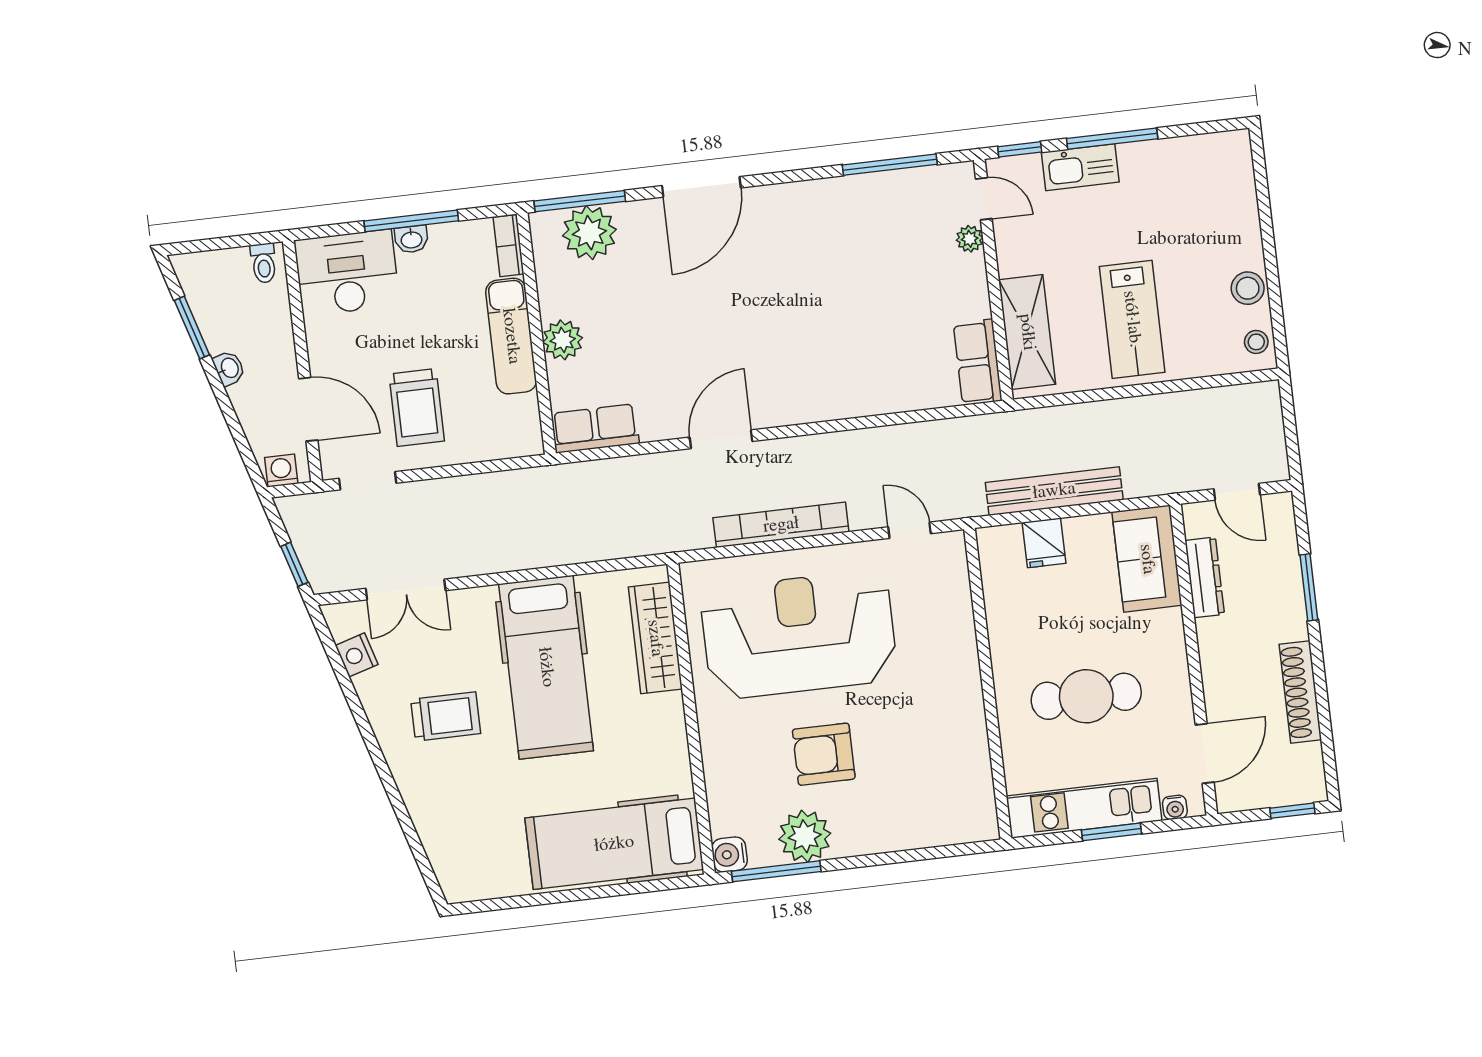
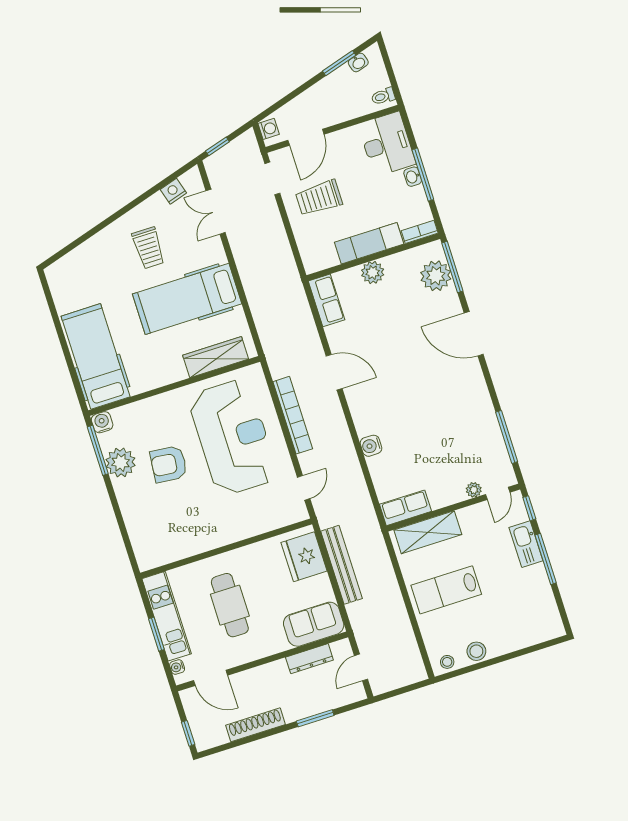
washbasin: (229, 368) -> (358, 63), moved
water cooler: (859, 401) -> (371, 446), added
fridge: (1044, 543) -> (304, 557), width x1.88, depth x1.34
armchair: (824, 754) -> (169, 464), turned -84

